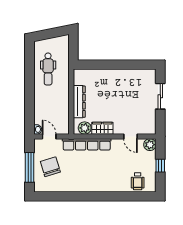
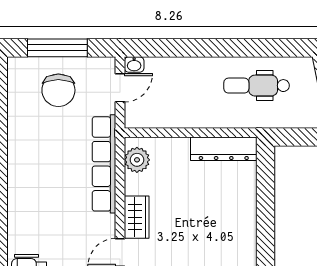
dresser: (79, 102) -> (224, 149), moved
wardrobe: (102, 128) -> (137, 217), moved
chair: (50, 167) -> (58, 90), turned 107

